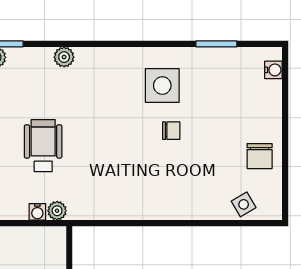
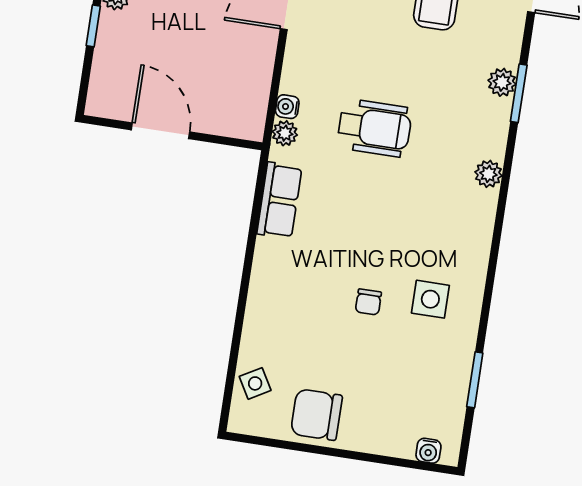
side table: (162, 86) -> (430, 299), width x0.73, depth x0.73
chair: (260, 156) -> (316, 415), width x1.37, depth x1.37
row of seats: (107, 207) -> (279, 200), added

